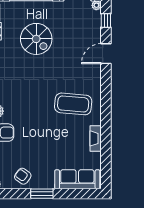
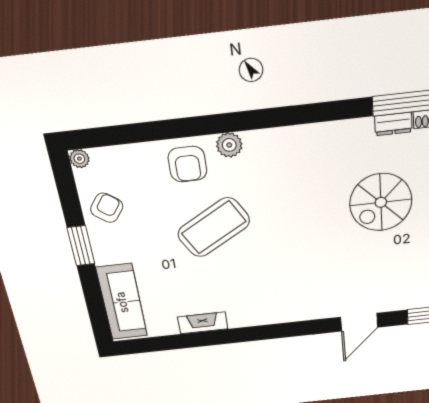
door: (106, 54) -> (359, 322), swing flipped
coffee table: (73, 104) -> (214, 227), moved, turned 55

